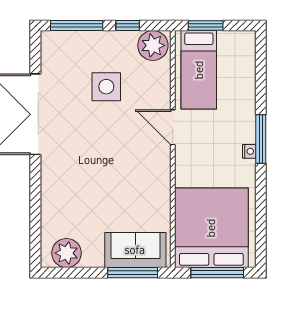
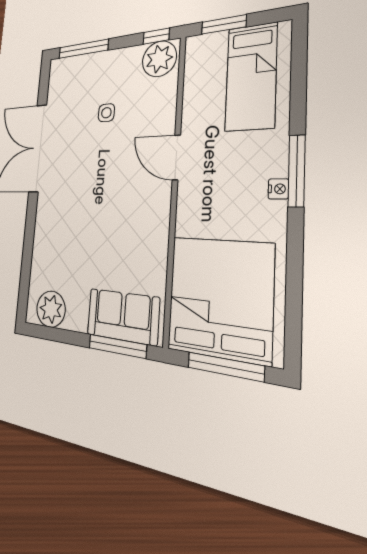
window: (128, 25) -> (156, 36), moved
bed: (199, 70) -> (251, 77), moved
side table: (106, 87) -> (106, 113), width x0.54, depth x0.54

